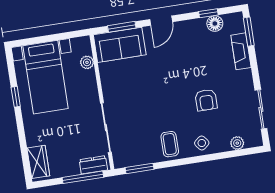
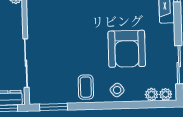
armchair: (206, 100) -> (127, 49), width x1.88, depth x1.88
plant: (252, 141) -> (166, 94), added

